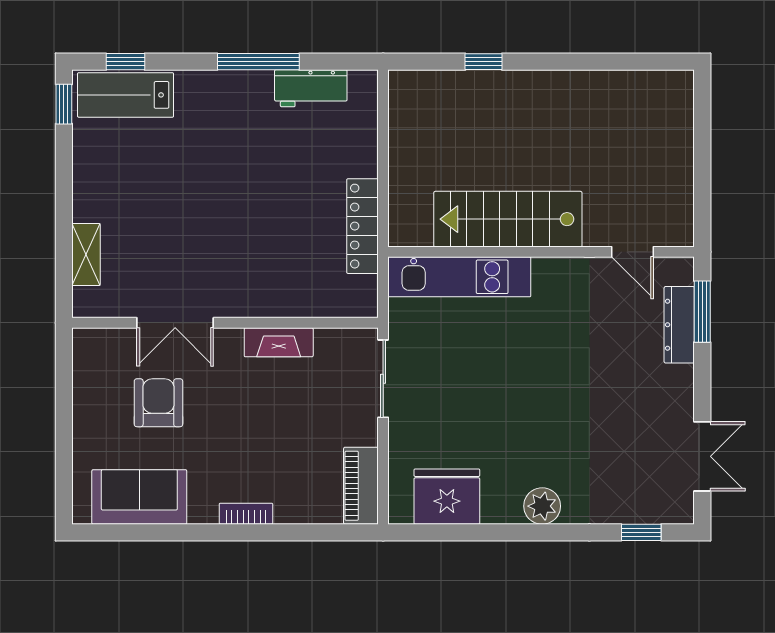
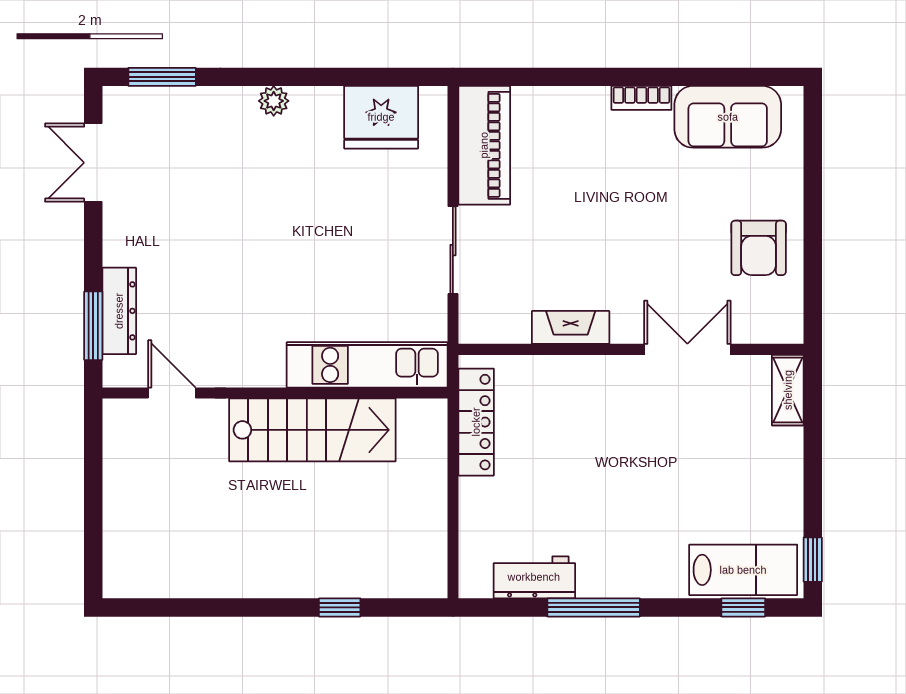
double door: (175, 323) -> (687, 349), moved
wall: (225, 323) -> (631, 349), moved
fireplace: (279, 342) -> (571, 327), moved
armchair: (158, 403) -> (759, 248), moved
piano: (361, 486) -> (484, 145), width x1.37, depth x1.33
plant: (542, 506) -> (274, 101), width x0.73, depth x0.73
bookcase: (246, 514) -> (641, 98), moved
window: (641, 532) -> (162, 77), width x1.50

